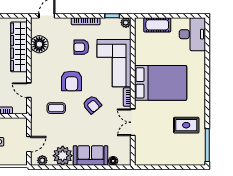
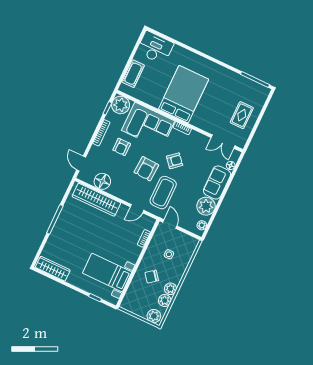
plant: (126, 23) -> (121, 105), width x1.87, depth x1.87
armchair: (72, 81) -> (146, 169), turned 93
coffee table: (56, 108) -> (163, 193), width x1.86, depth x1.72
double door: (133, 122) -> (223, 142), moved
rug: (186, 125) -> (242, 115), moved
door: (29, 144) -> (170, 224), moved

